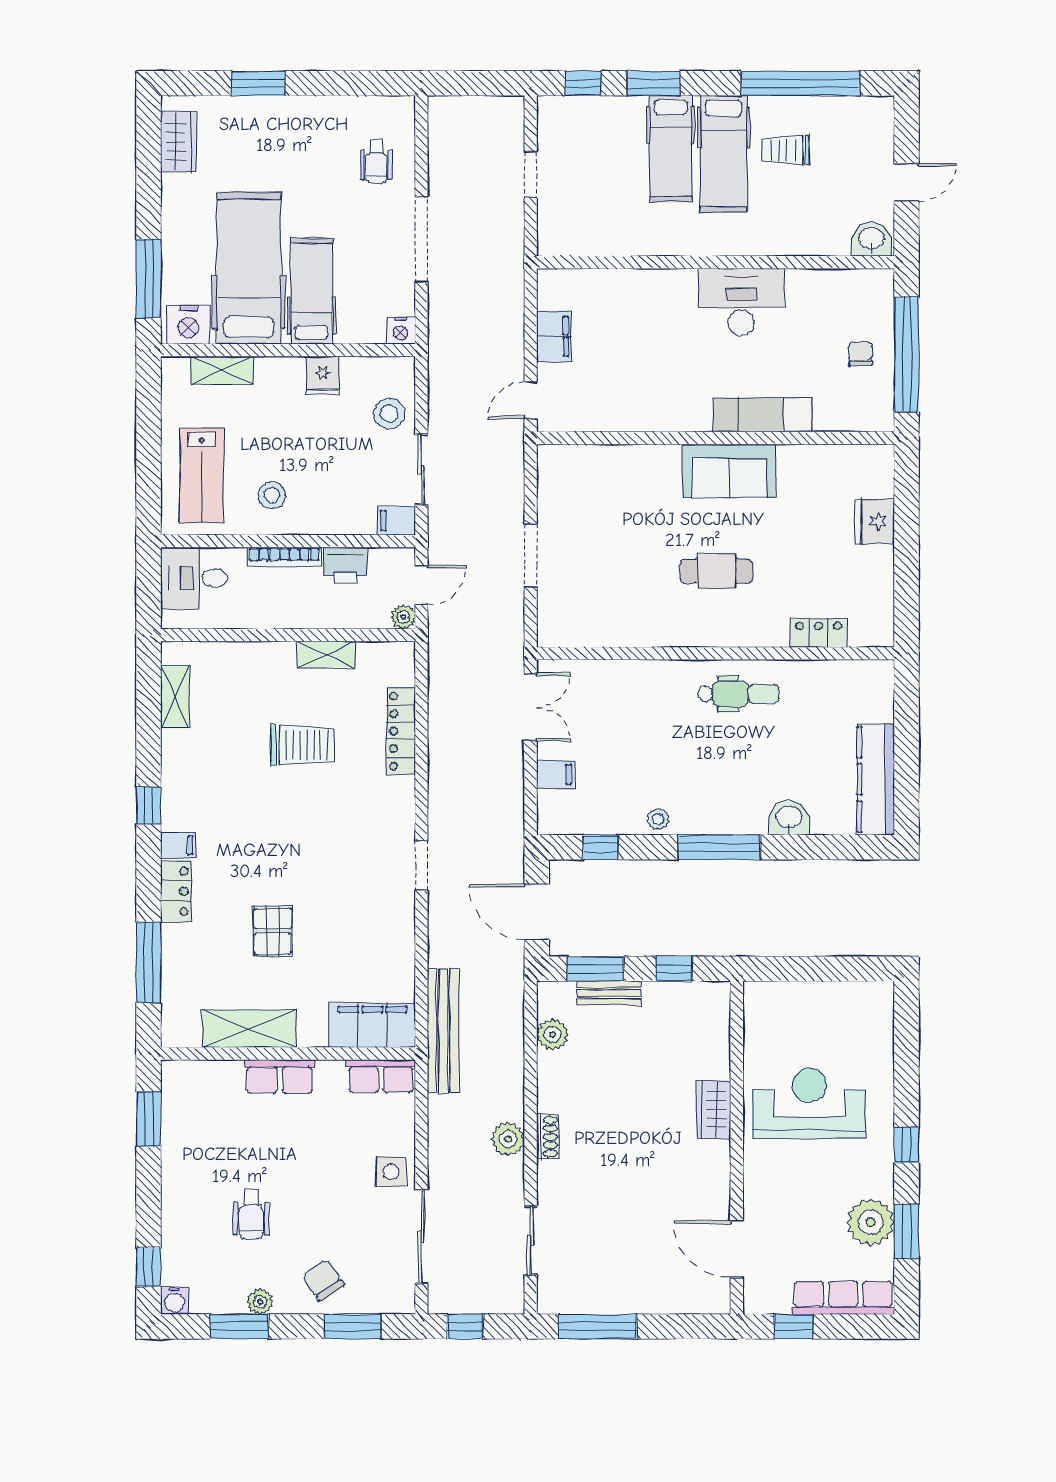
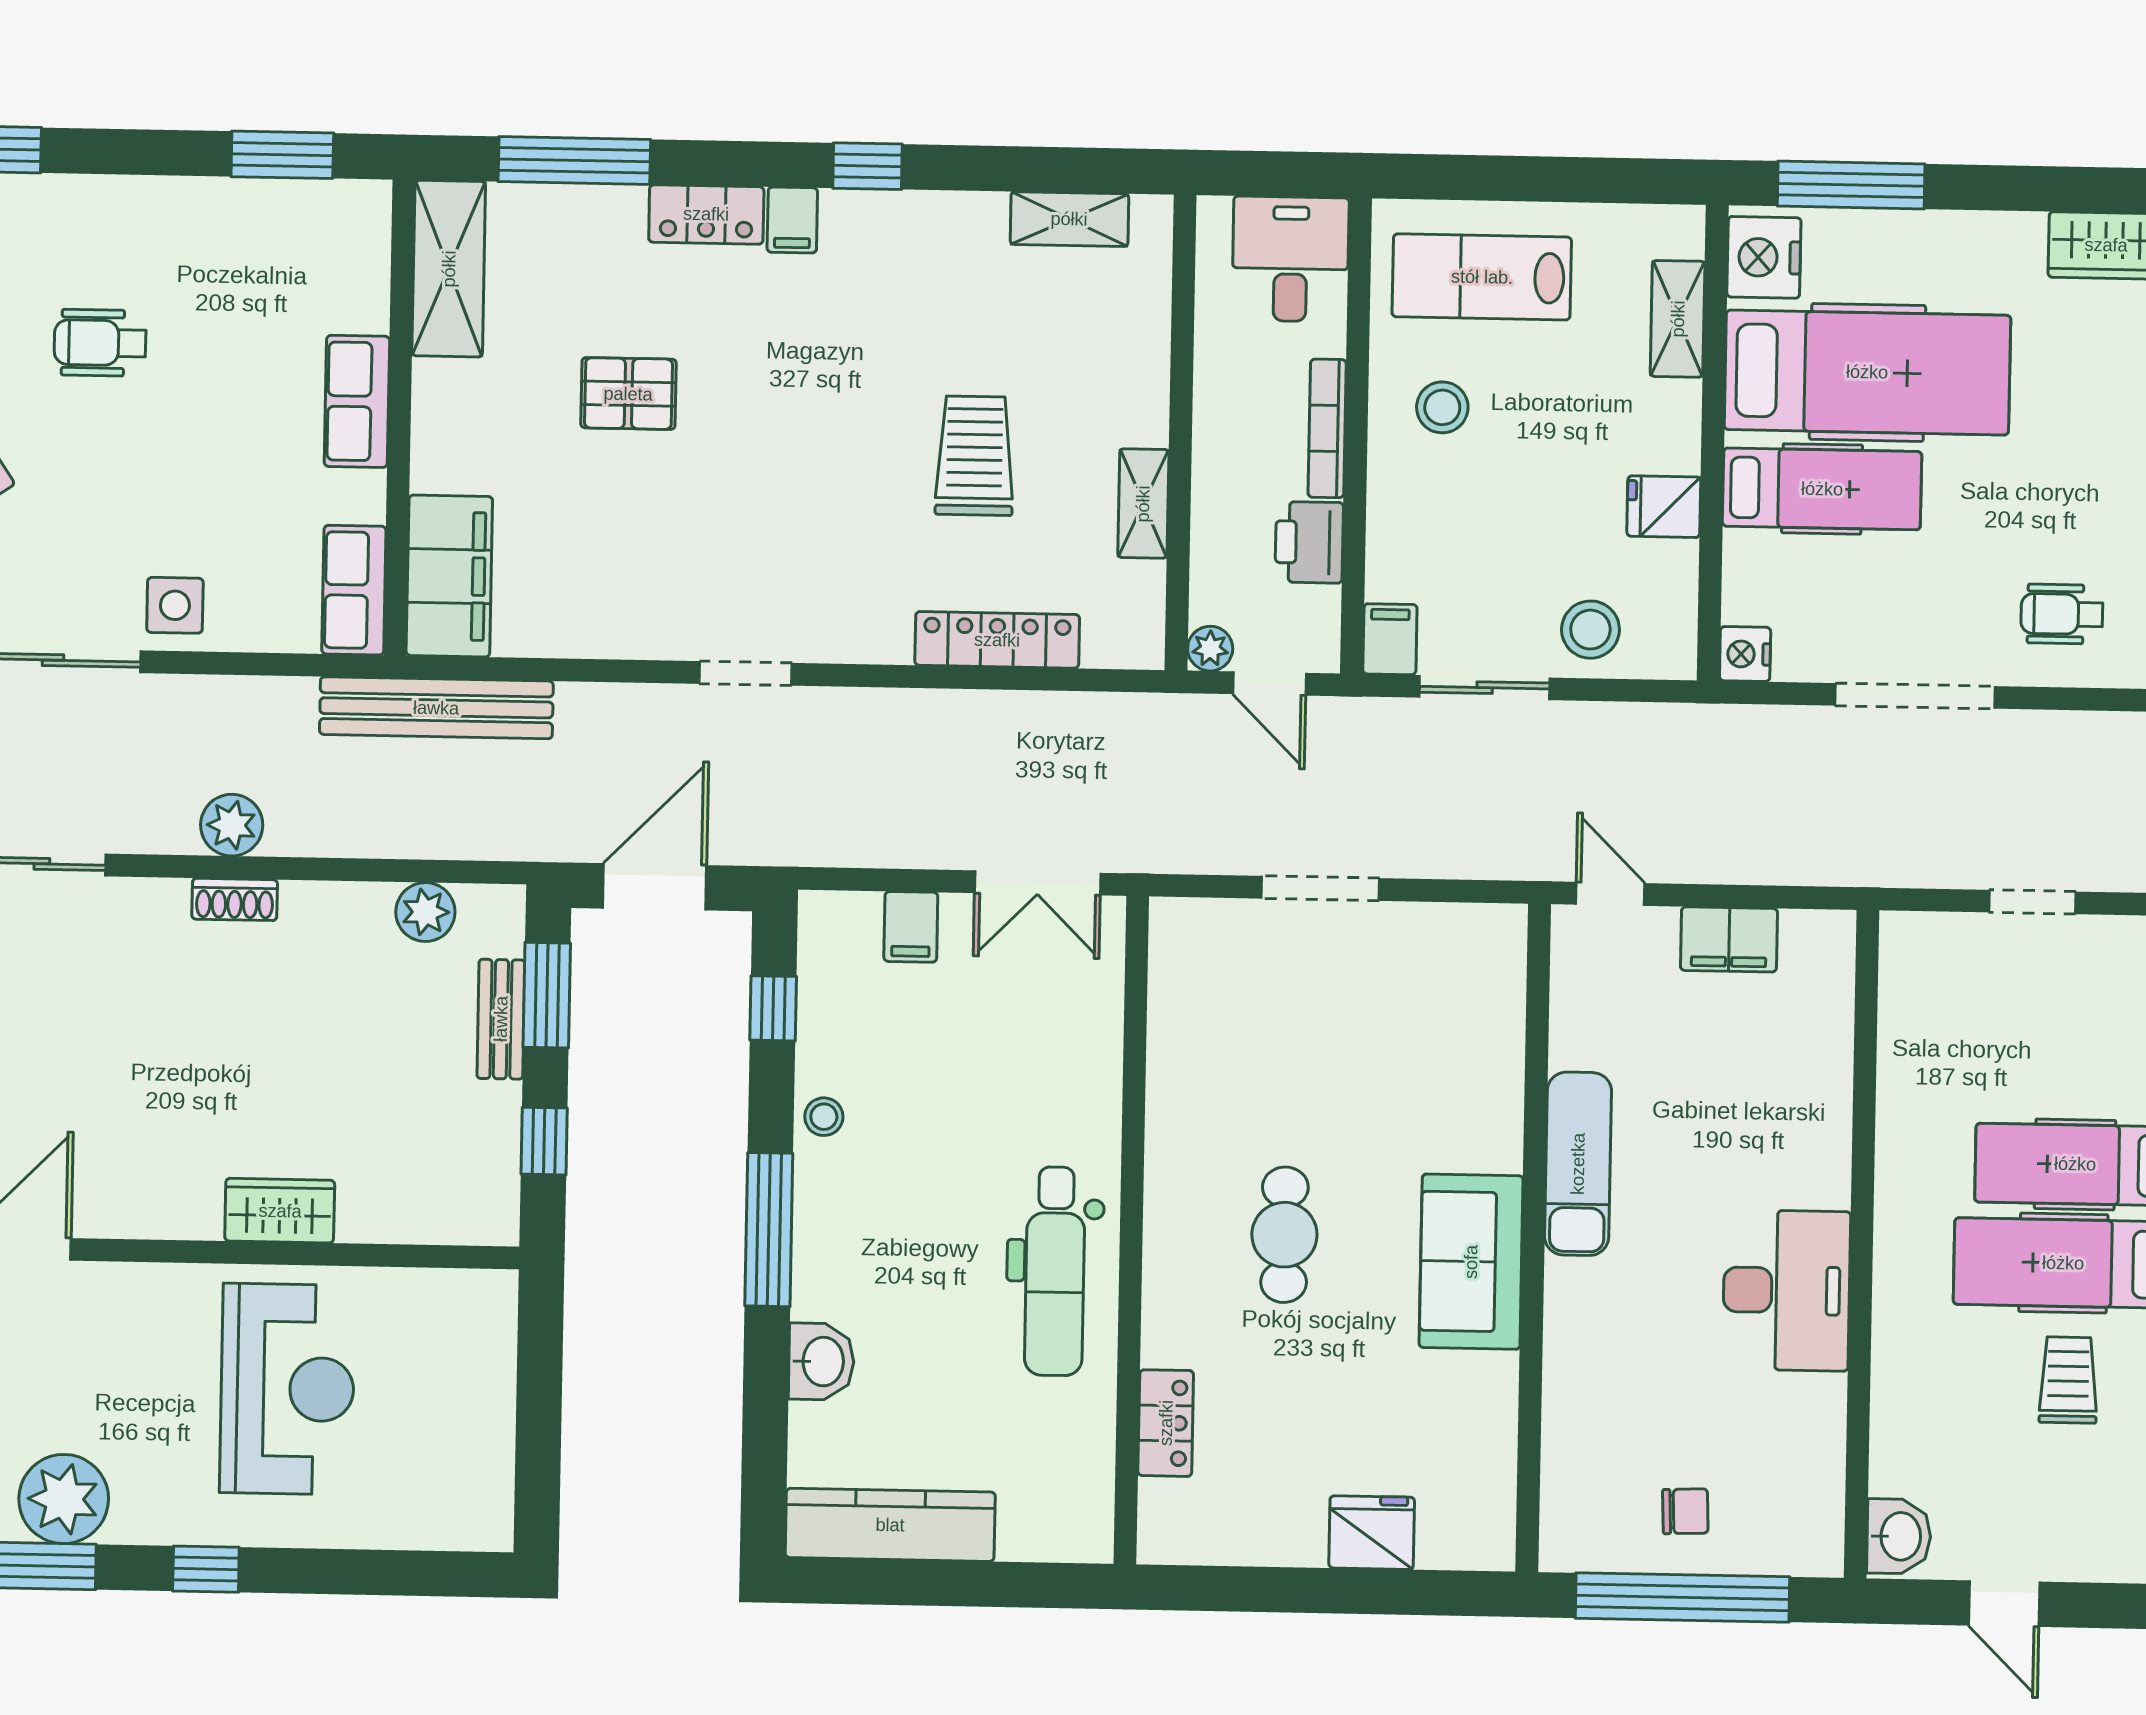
exam couch: (762, 415) -> (1578, 1164), moved
dental chair: (738, 694) -> (1055, 1271), width x1.36, depth x1.38
trolley: (303, 745) -> (975, 456), turned 180
shelving: (249, 1029) -> (449, 269), moved

